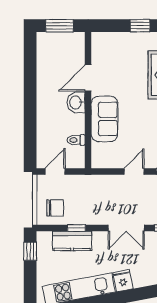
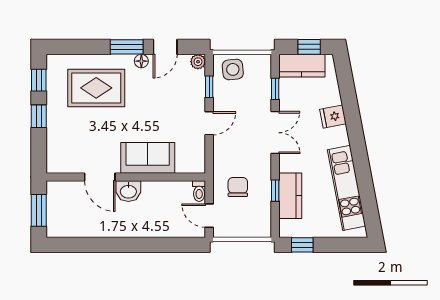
toilet: (76, 140) -> (199, 191), moved
door: (134, 172) -> (209, 123), swing flipped
chair: (55, 208) -> (238, 187), moved
fridge: (123, 281) -> (333, 117), moved

